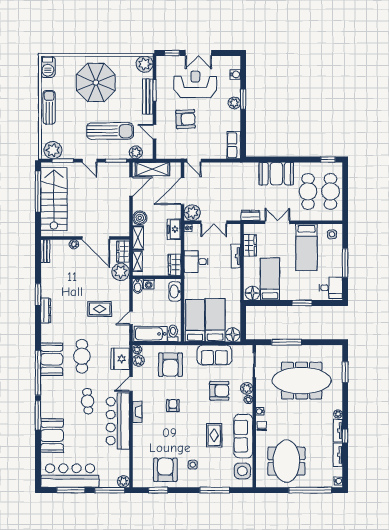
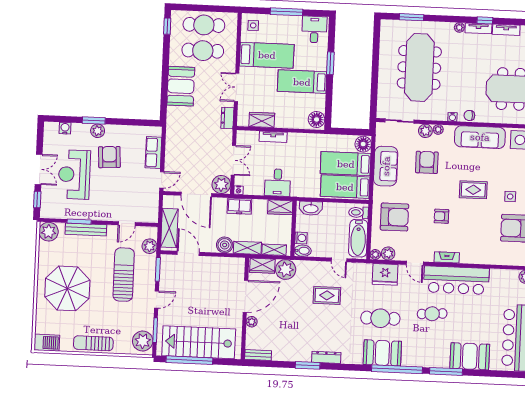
armchair: (186, 119) -> (109, 157), moved
row of seats: (234, 145) -> (153, 153), moved, turned 90
bed: (270, 279) -> (302, 82), moved
rug: (100, 309) -> (327, 295), turned 90
window: (287, 342) -> (375, 83), removed
rug: (214, 435) -> (473, 190), moved

